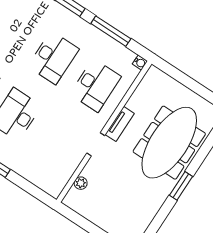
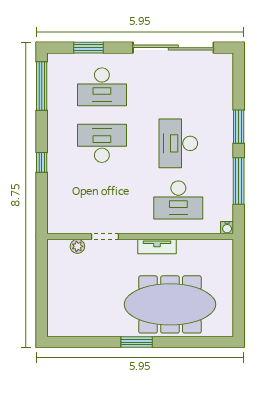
desk: (53, 58) -> (178, 143), turned 90
doorway: (96, 144) -> (105, 237), moved

